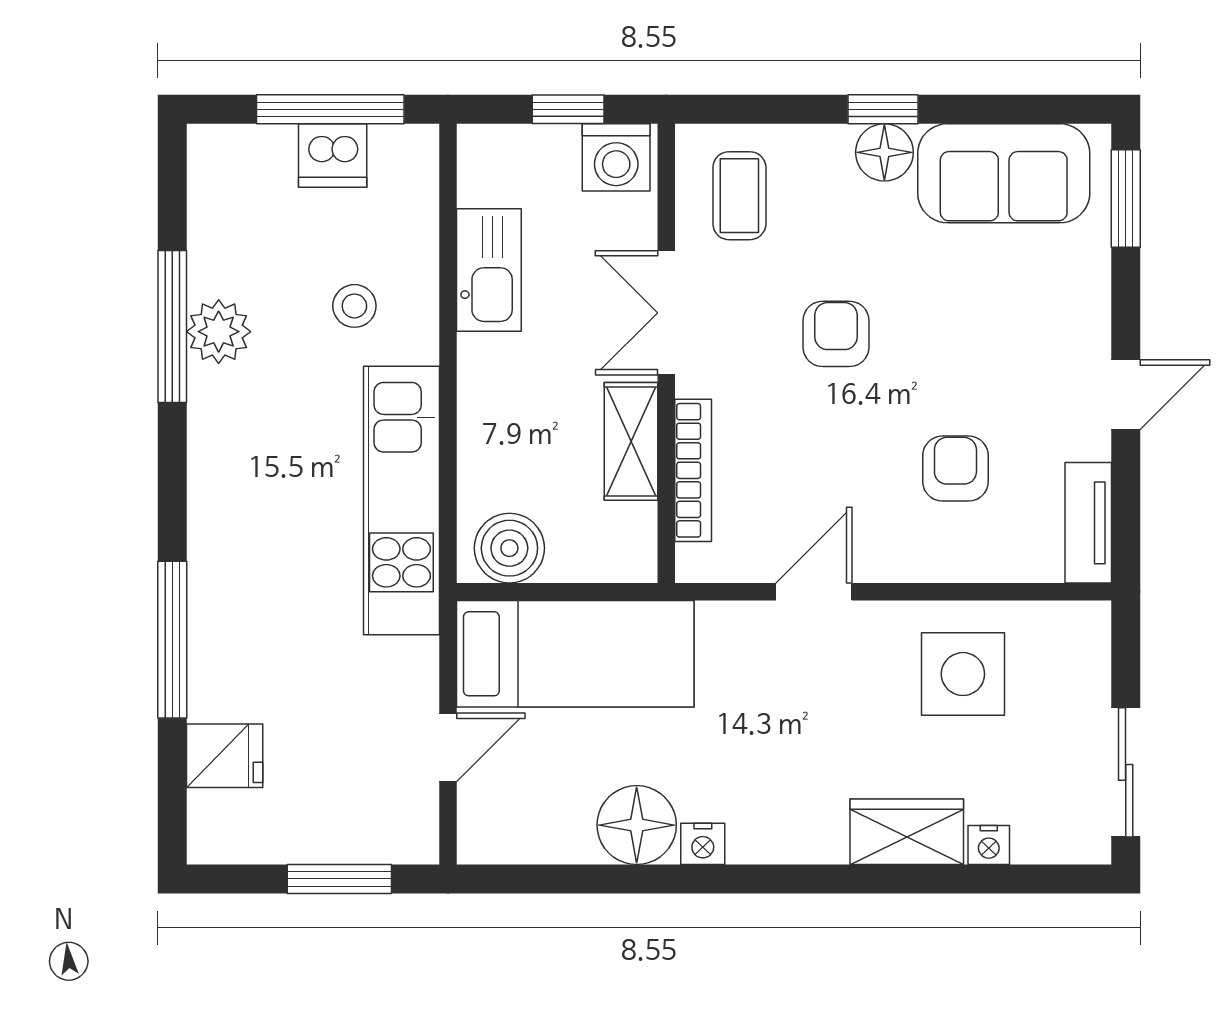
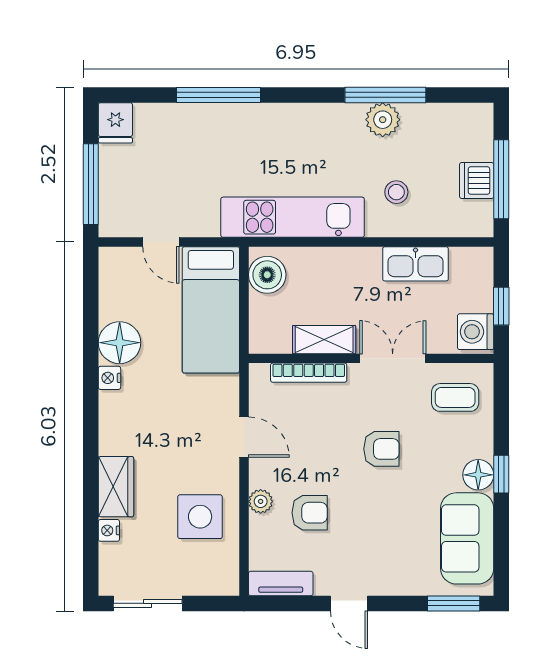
plant: (934, 561) -> (261, 501), added
fridge: (225, 756) -> (115, 123), moved
window: (339, 879) -> (91, 184), width x1.44

